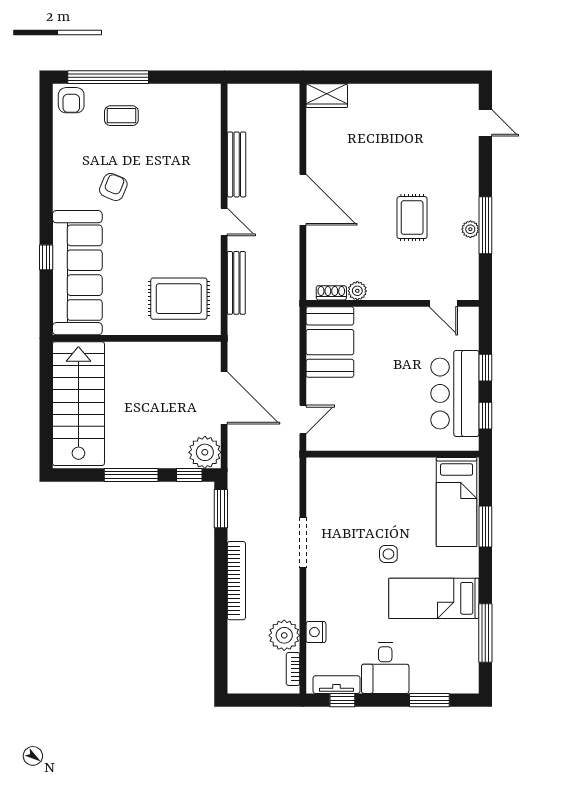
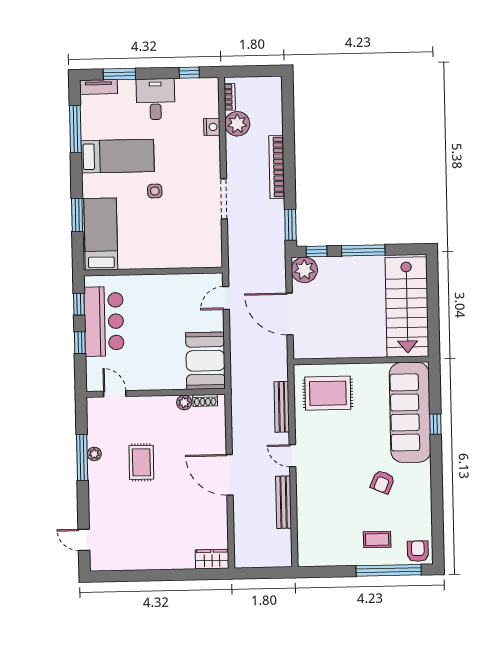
tv unit: (336, 685) -> (99, 87), moved

